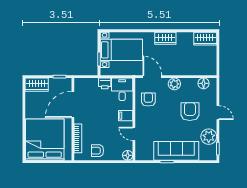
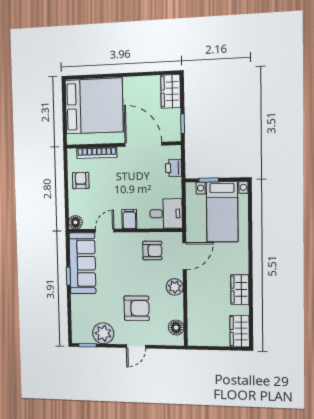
wardrobe: (165, 38) -> (240, 290), moved
printer: (105, 83) -> (174, 168), moved
sofa: (176, 151) -> (82, 263), moved

